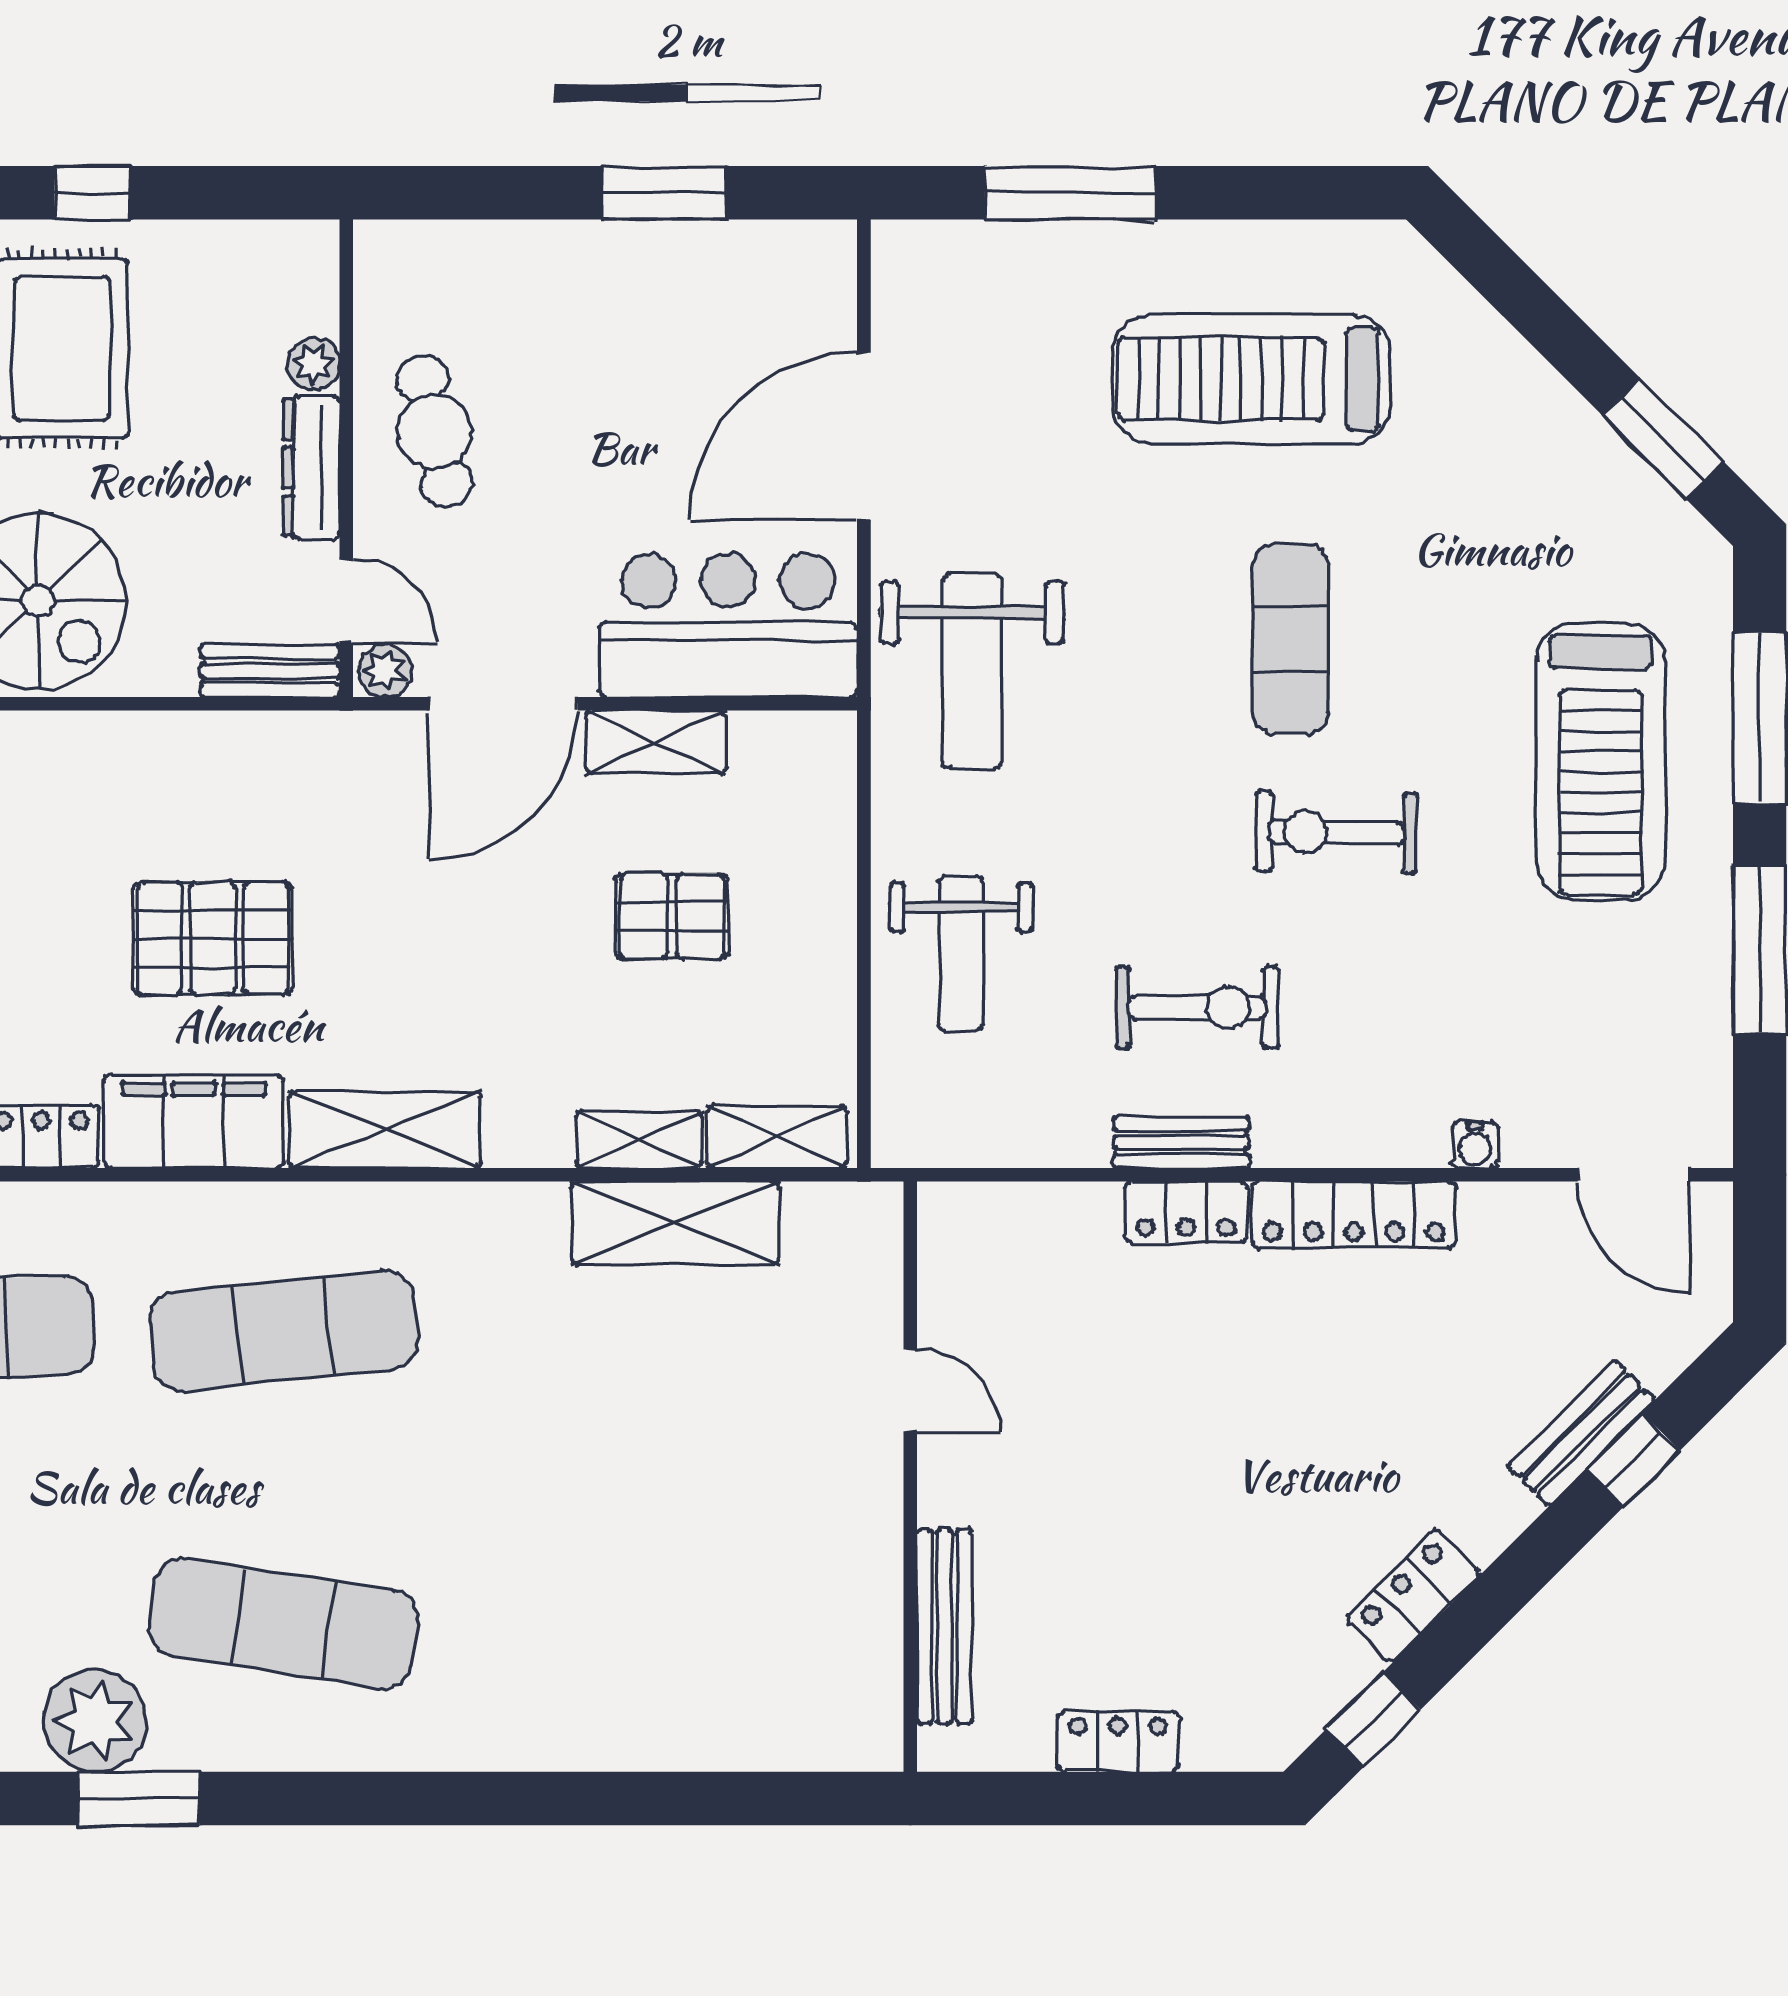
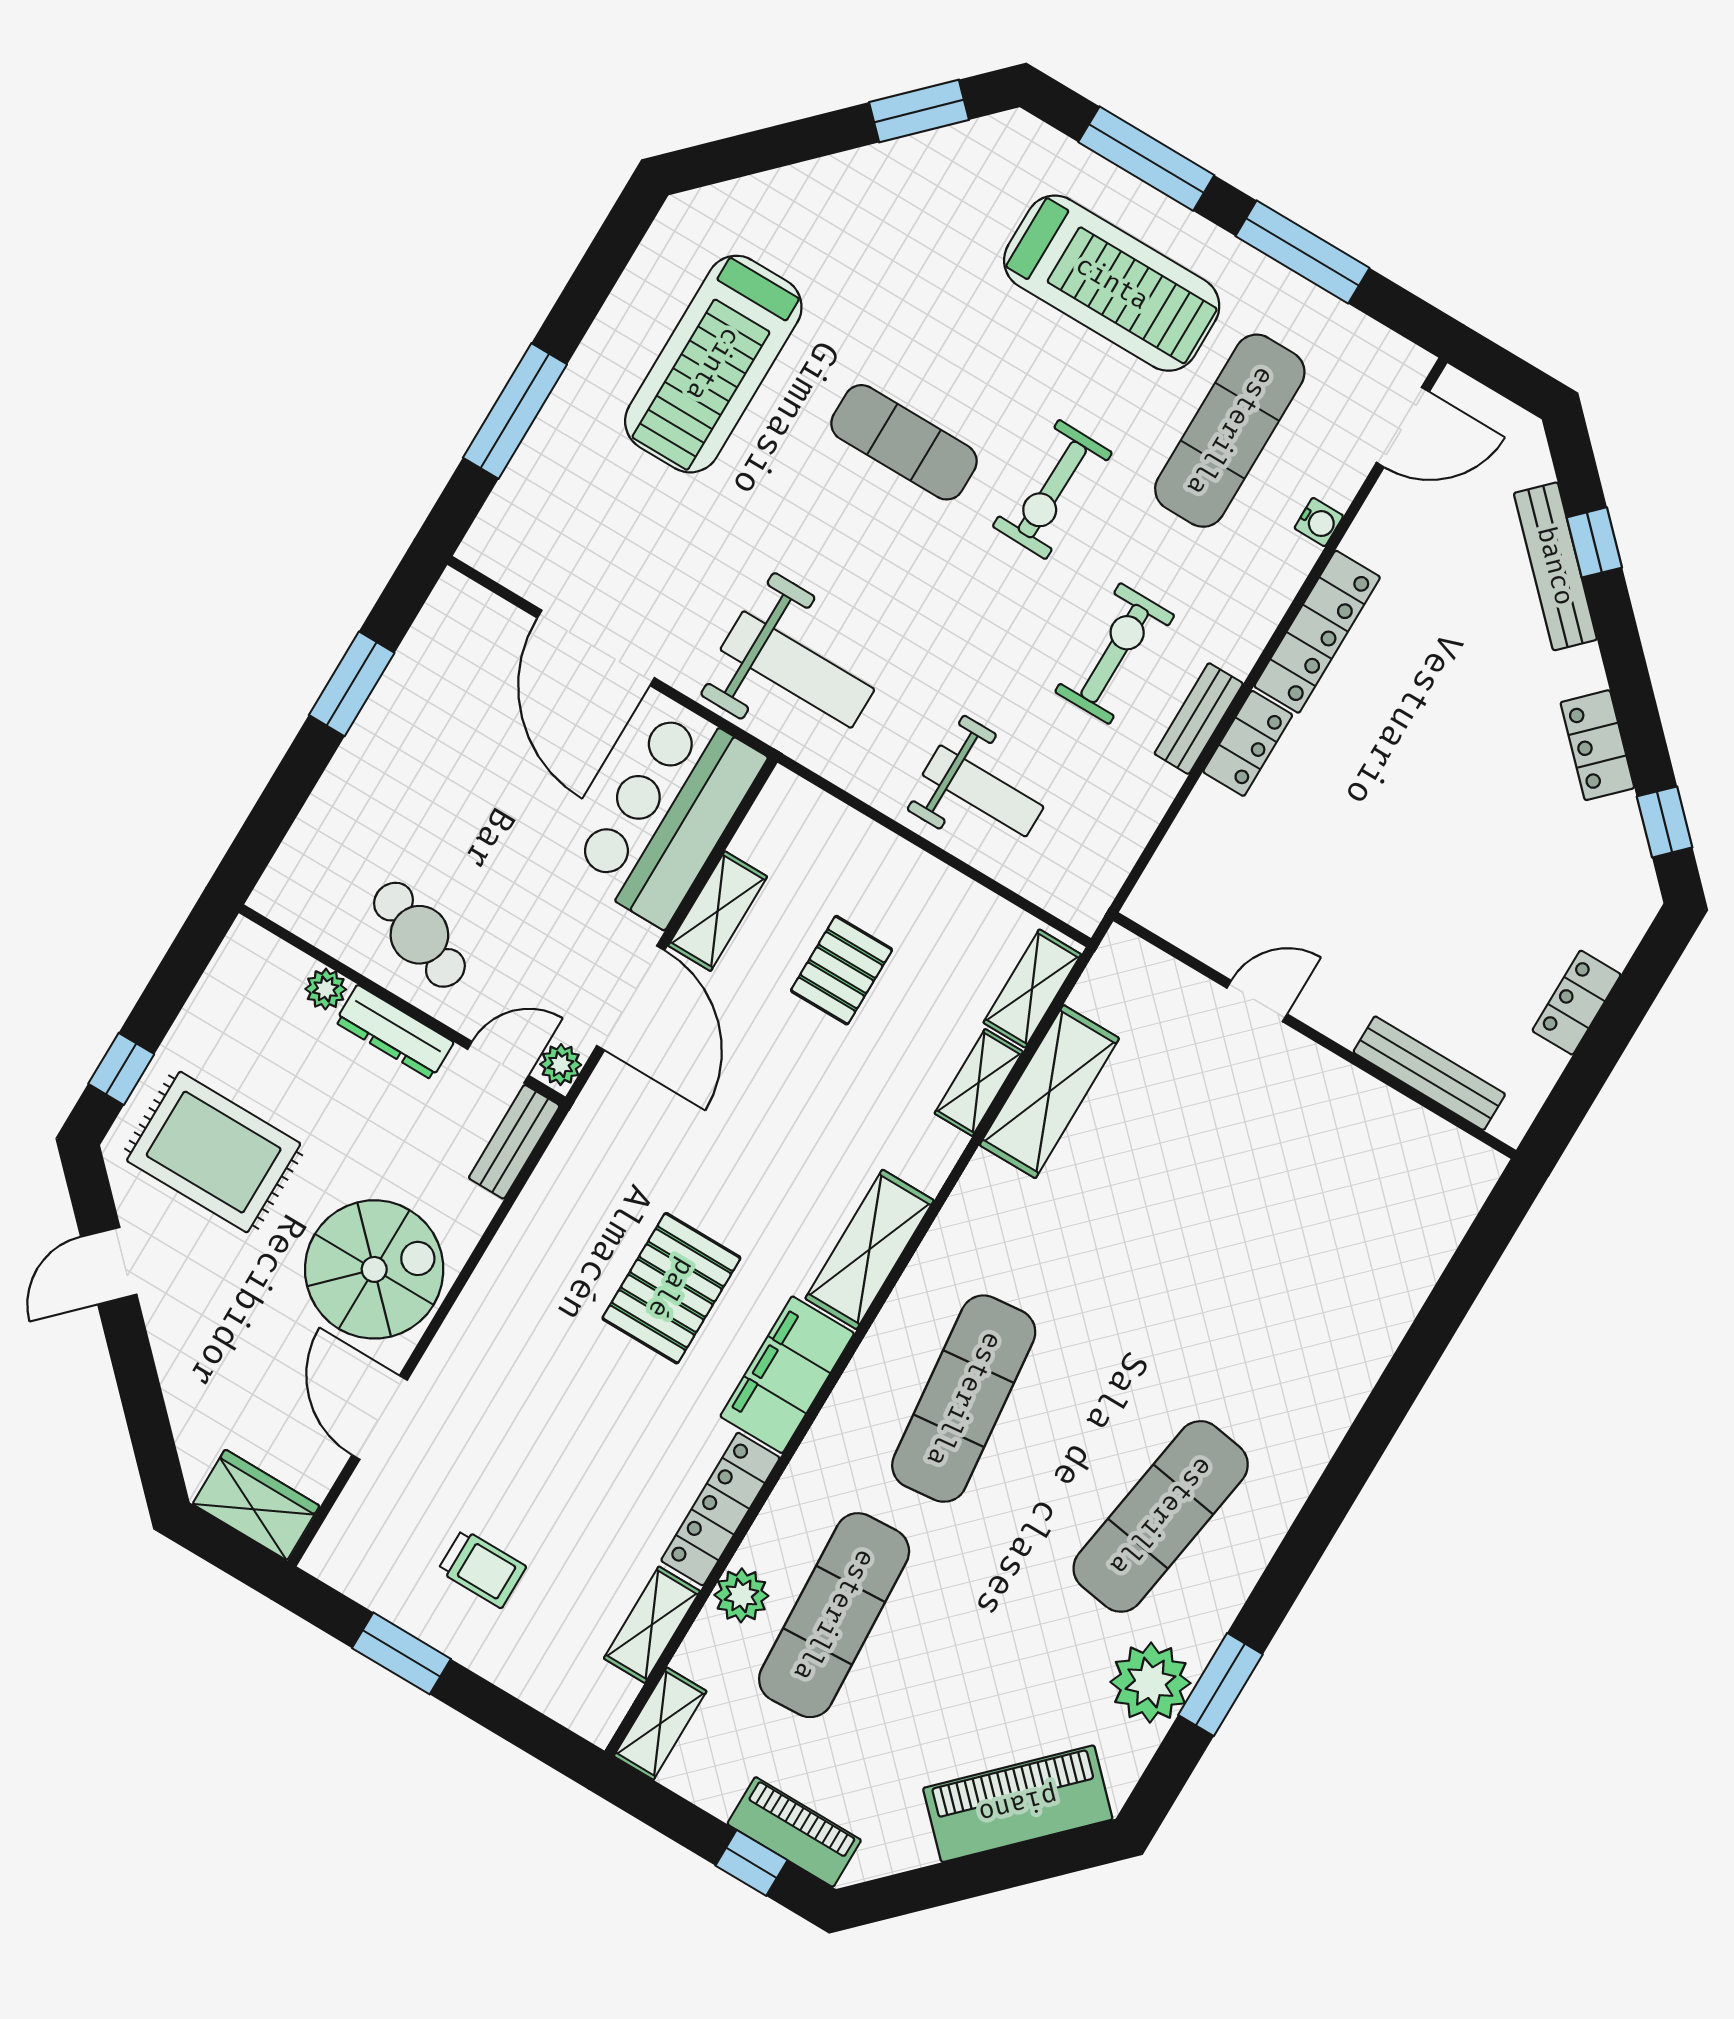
cafe table: (434, 431) -> (419, 935), turned 34
exercise mat: (1517, 988) -> (1230, 431), added
bench: (1581, 1433) -> (1555, 566), width x1.36

